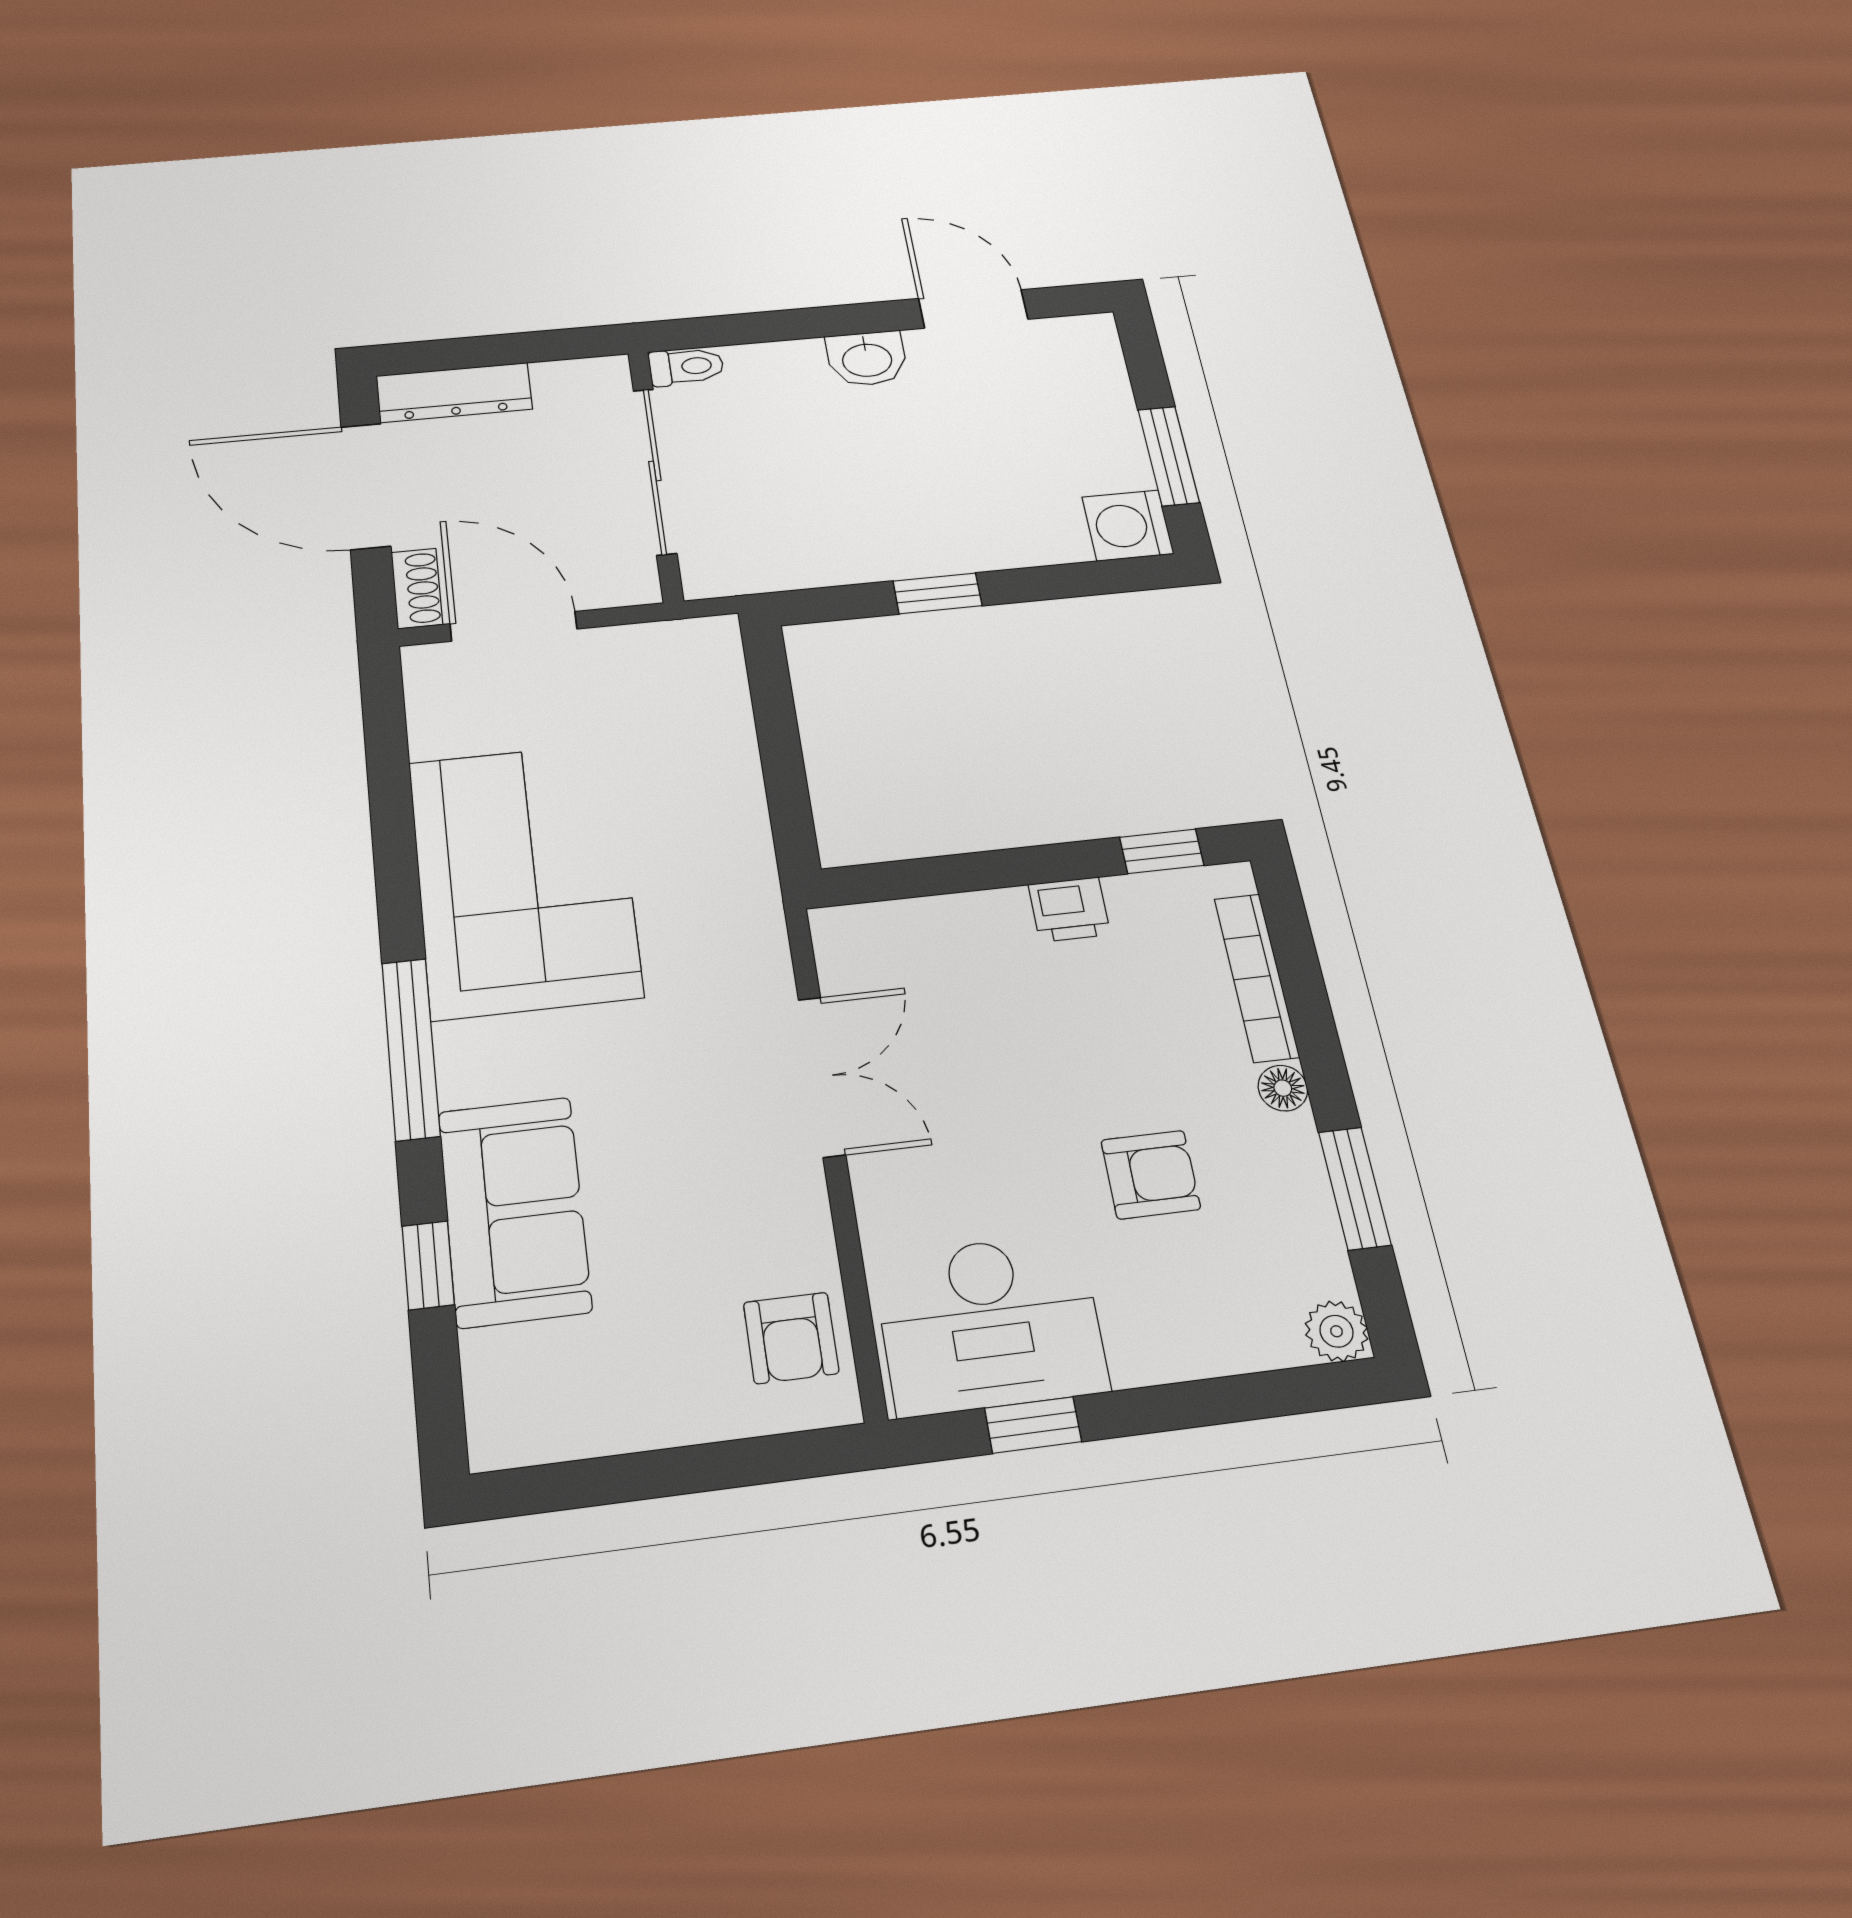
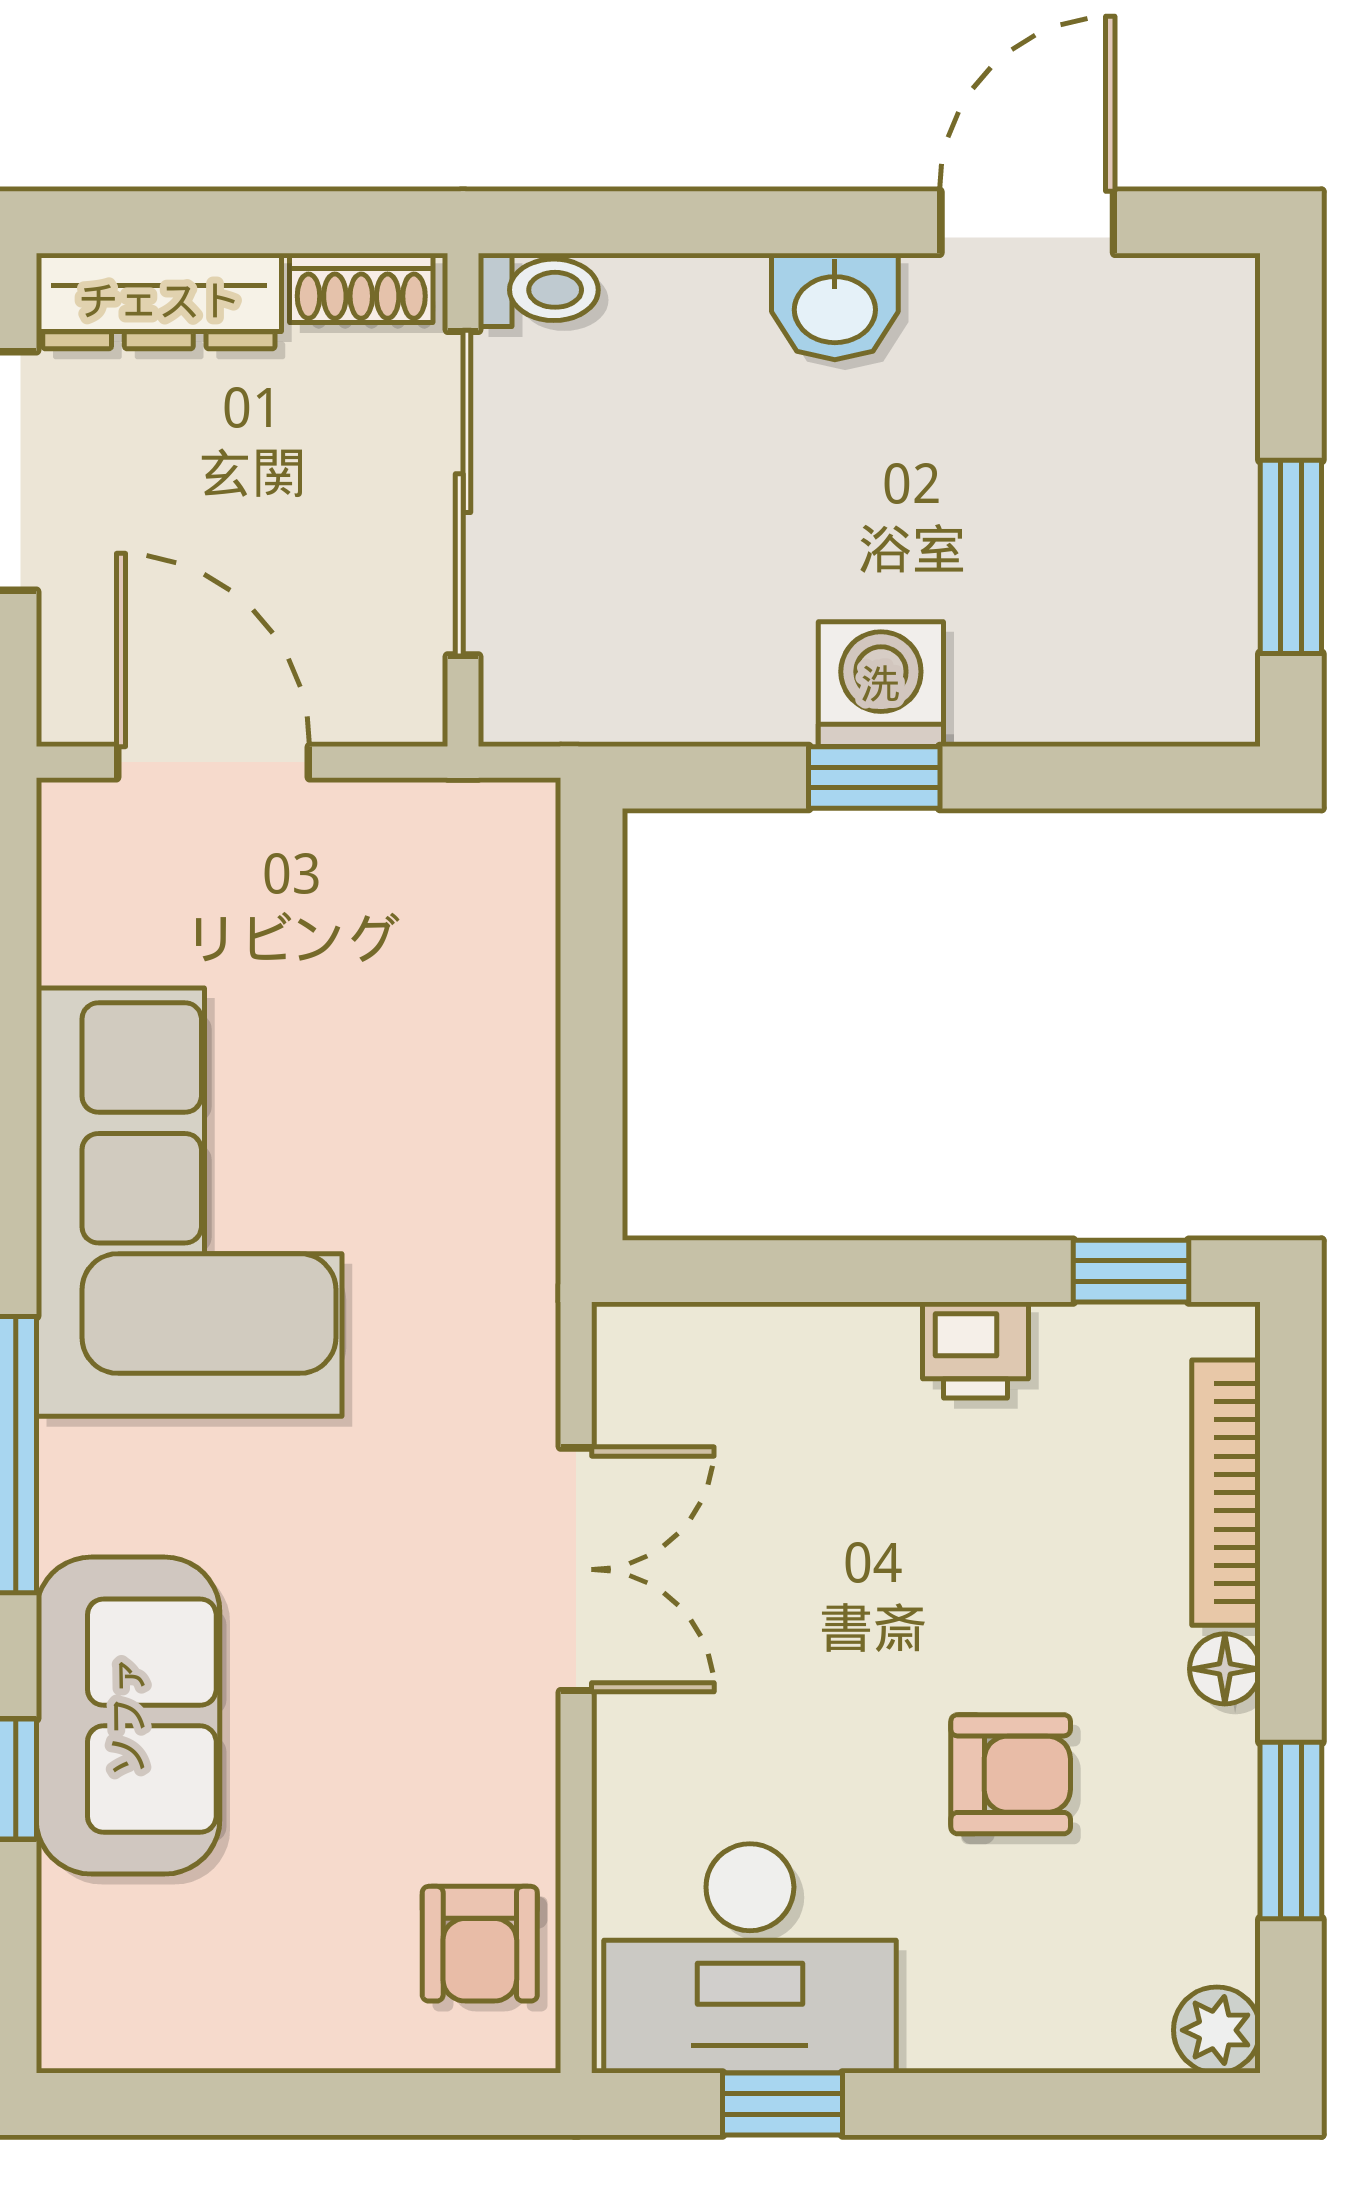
door: (973, 309) -> (1027, 222), hinge flipped
washing machine: (1128, 525) -> (881, 684), moved, turned 90
shoe rack: (417, 588) -> (361, 288), moved, turned 90

